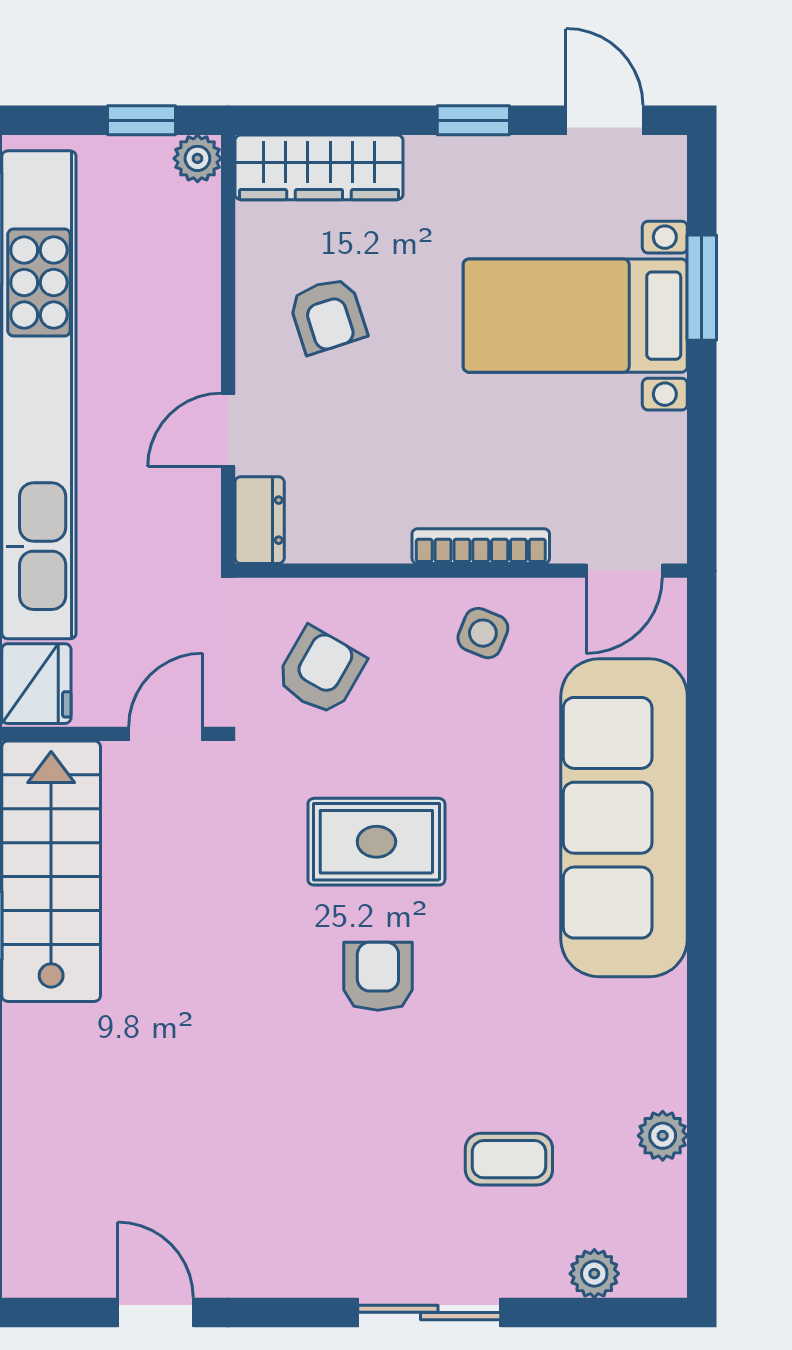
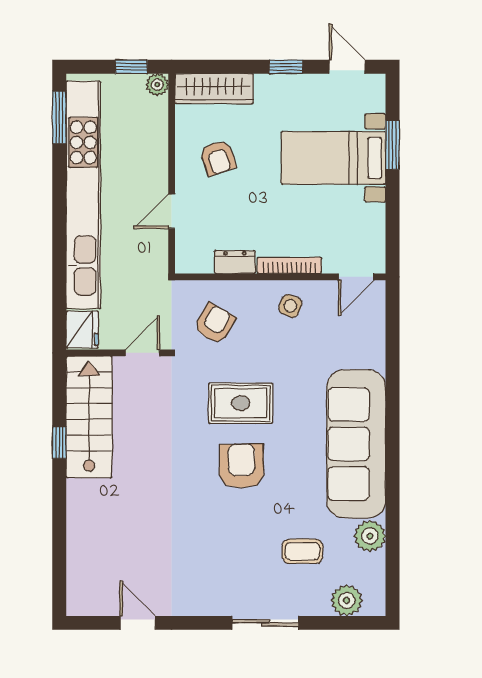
dresser: (260, 520) -> (235, 262), moved, turned -90
sofa: (624, 818) -> (356, 444), moved
armchair: (378, 976) -> (241, 466), width x1.38, depth x1.38
plant: (663, 1136) -> (370, 536), width x1.38, depth x1.38
plant: (594, 1274) -> (347, 600), width x1.38, depth x1.38

